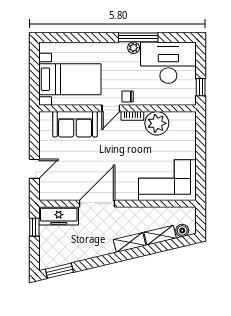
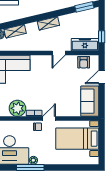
sofa: (75, 124) -> (90, 101), moved, turned -90
armchair: (61, 190) -> (84, 62), added
door: (97, 204) -> (59, 53), width x0.53
shelving: (130, 242) -> (48, 23), moved

